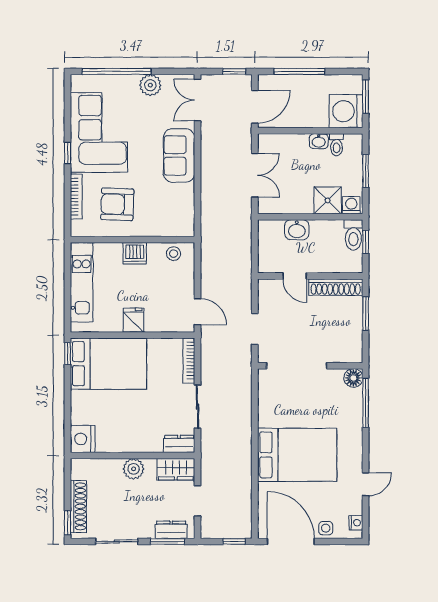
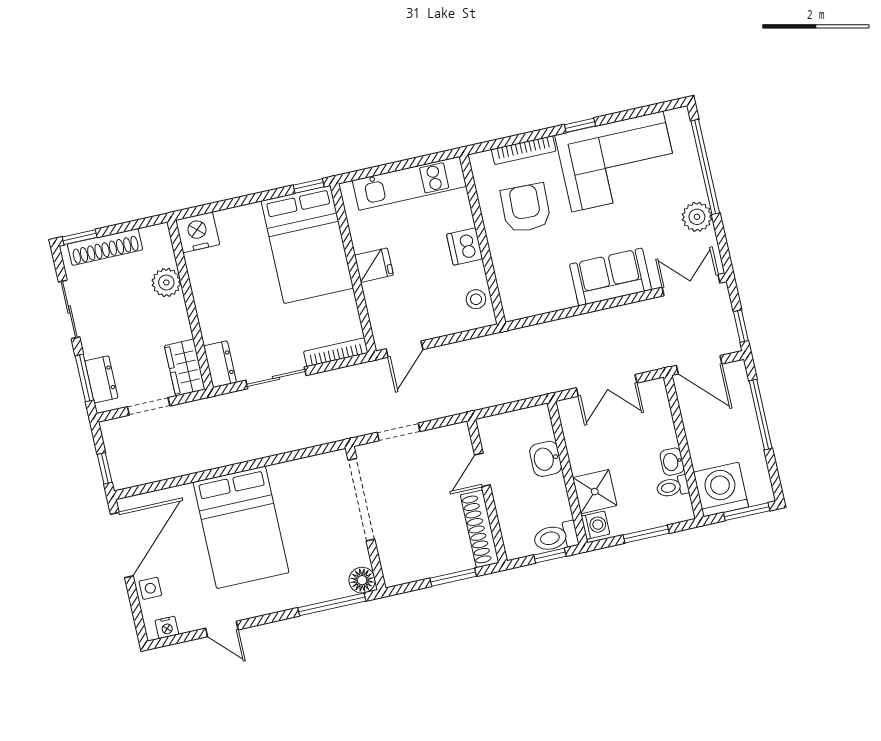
plant: (134, 469) -> (166, 282), moved

